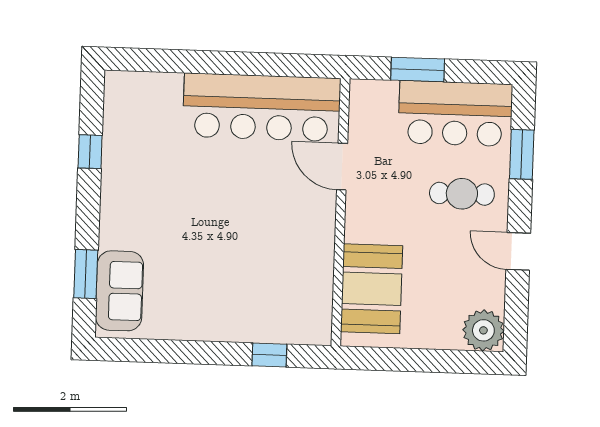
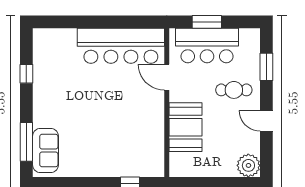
bar counter: (455, 114) -> (207, 45), moved
window: (86, 274) -> (26, 142), width x1.44
booth: (372, 289) -> (186, 127), moved

